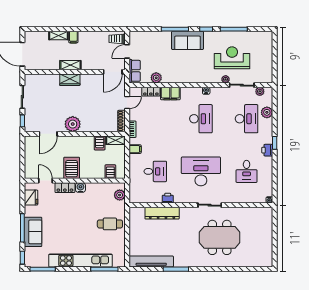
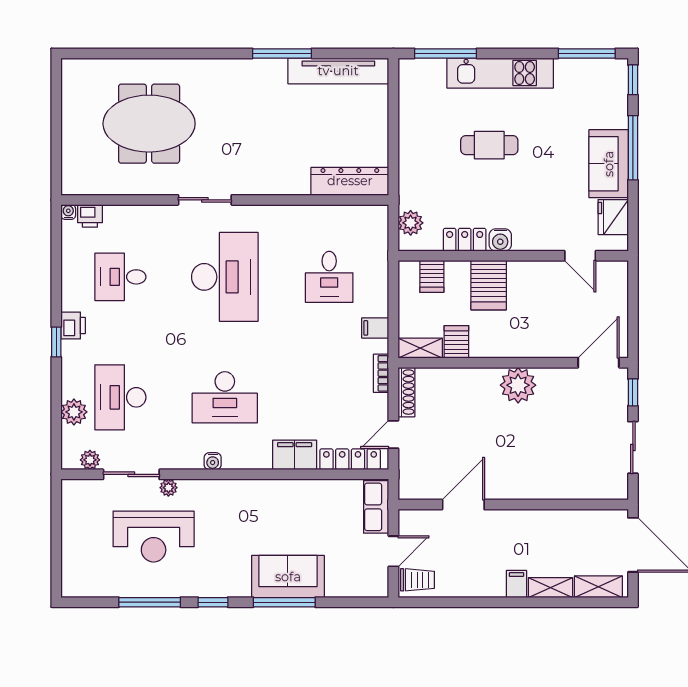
sofa: (187, 40) -> (288, 577), moved
shelving: (70, 65) -> (598, 587), moved
door: (113, 72) -> (463, 505), moved
plant: (156, 78) -> (327, 491), removed
wardrobe: (70, 80) -> (525, 487), removed
locker: (151, 92) -> (350, 459), width x1.53
desk: (201, 119) -> (225, 397), turned -90
door: (48, 134) -> (599, 363), moved
server rack: (72, 168) -> (489, 285), moved
desk: (155, 171) -> (329, 277), turned -90
desk: (201, 171) -> (225, 277), turned -90
desk: (247, 171) -> (120, 277), turned -90
locker: (65, 188) -> (465, 240), moved
printer: (168, 198) -> (90, 216), moved
dresser: (162, 213) -> (350, 181), moved
cafe table: (110, 224) -> (489, 145), moved
sofa: (33, 232) -> (609, 164), moved
meeting table: (220, 237) -> (149, 124), moved
kitchen unit: (80, 261) -> (500, 73), width x0.73

